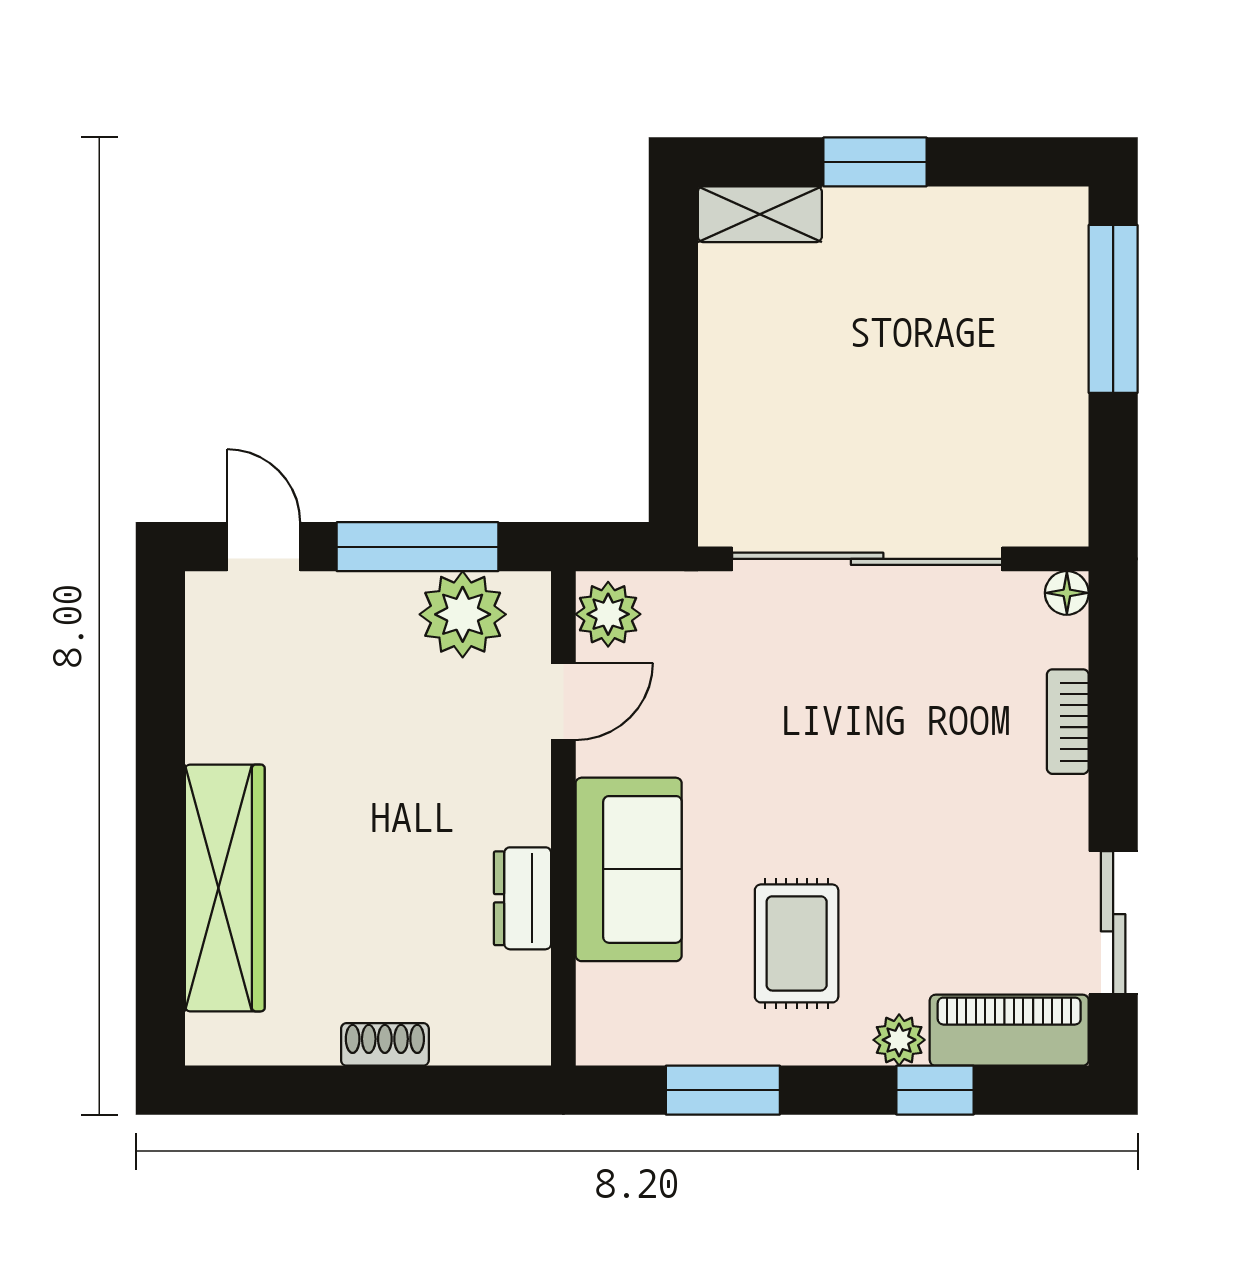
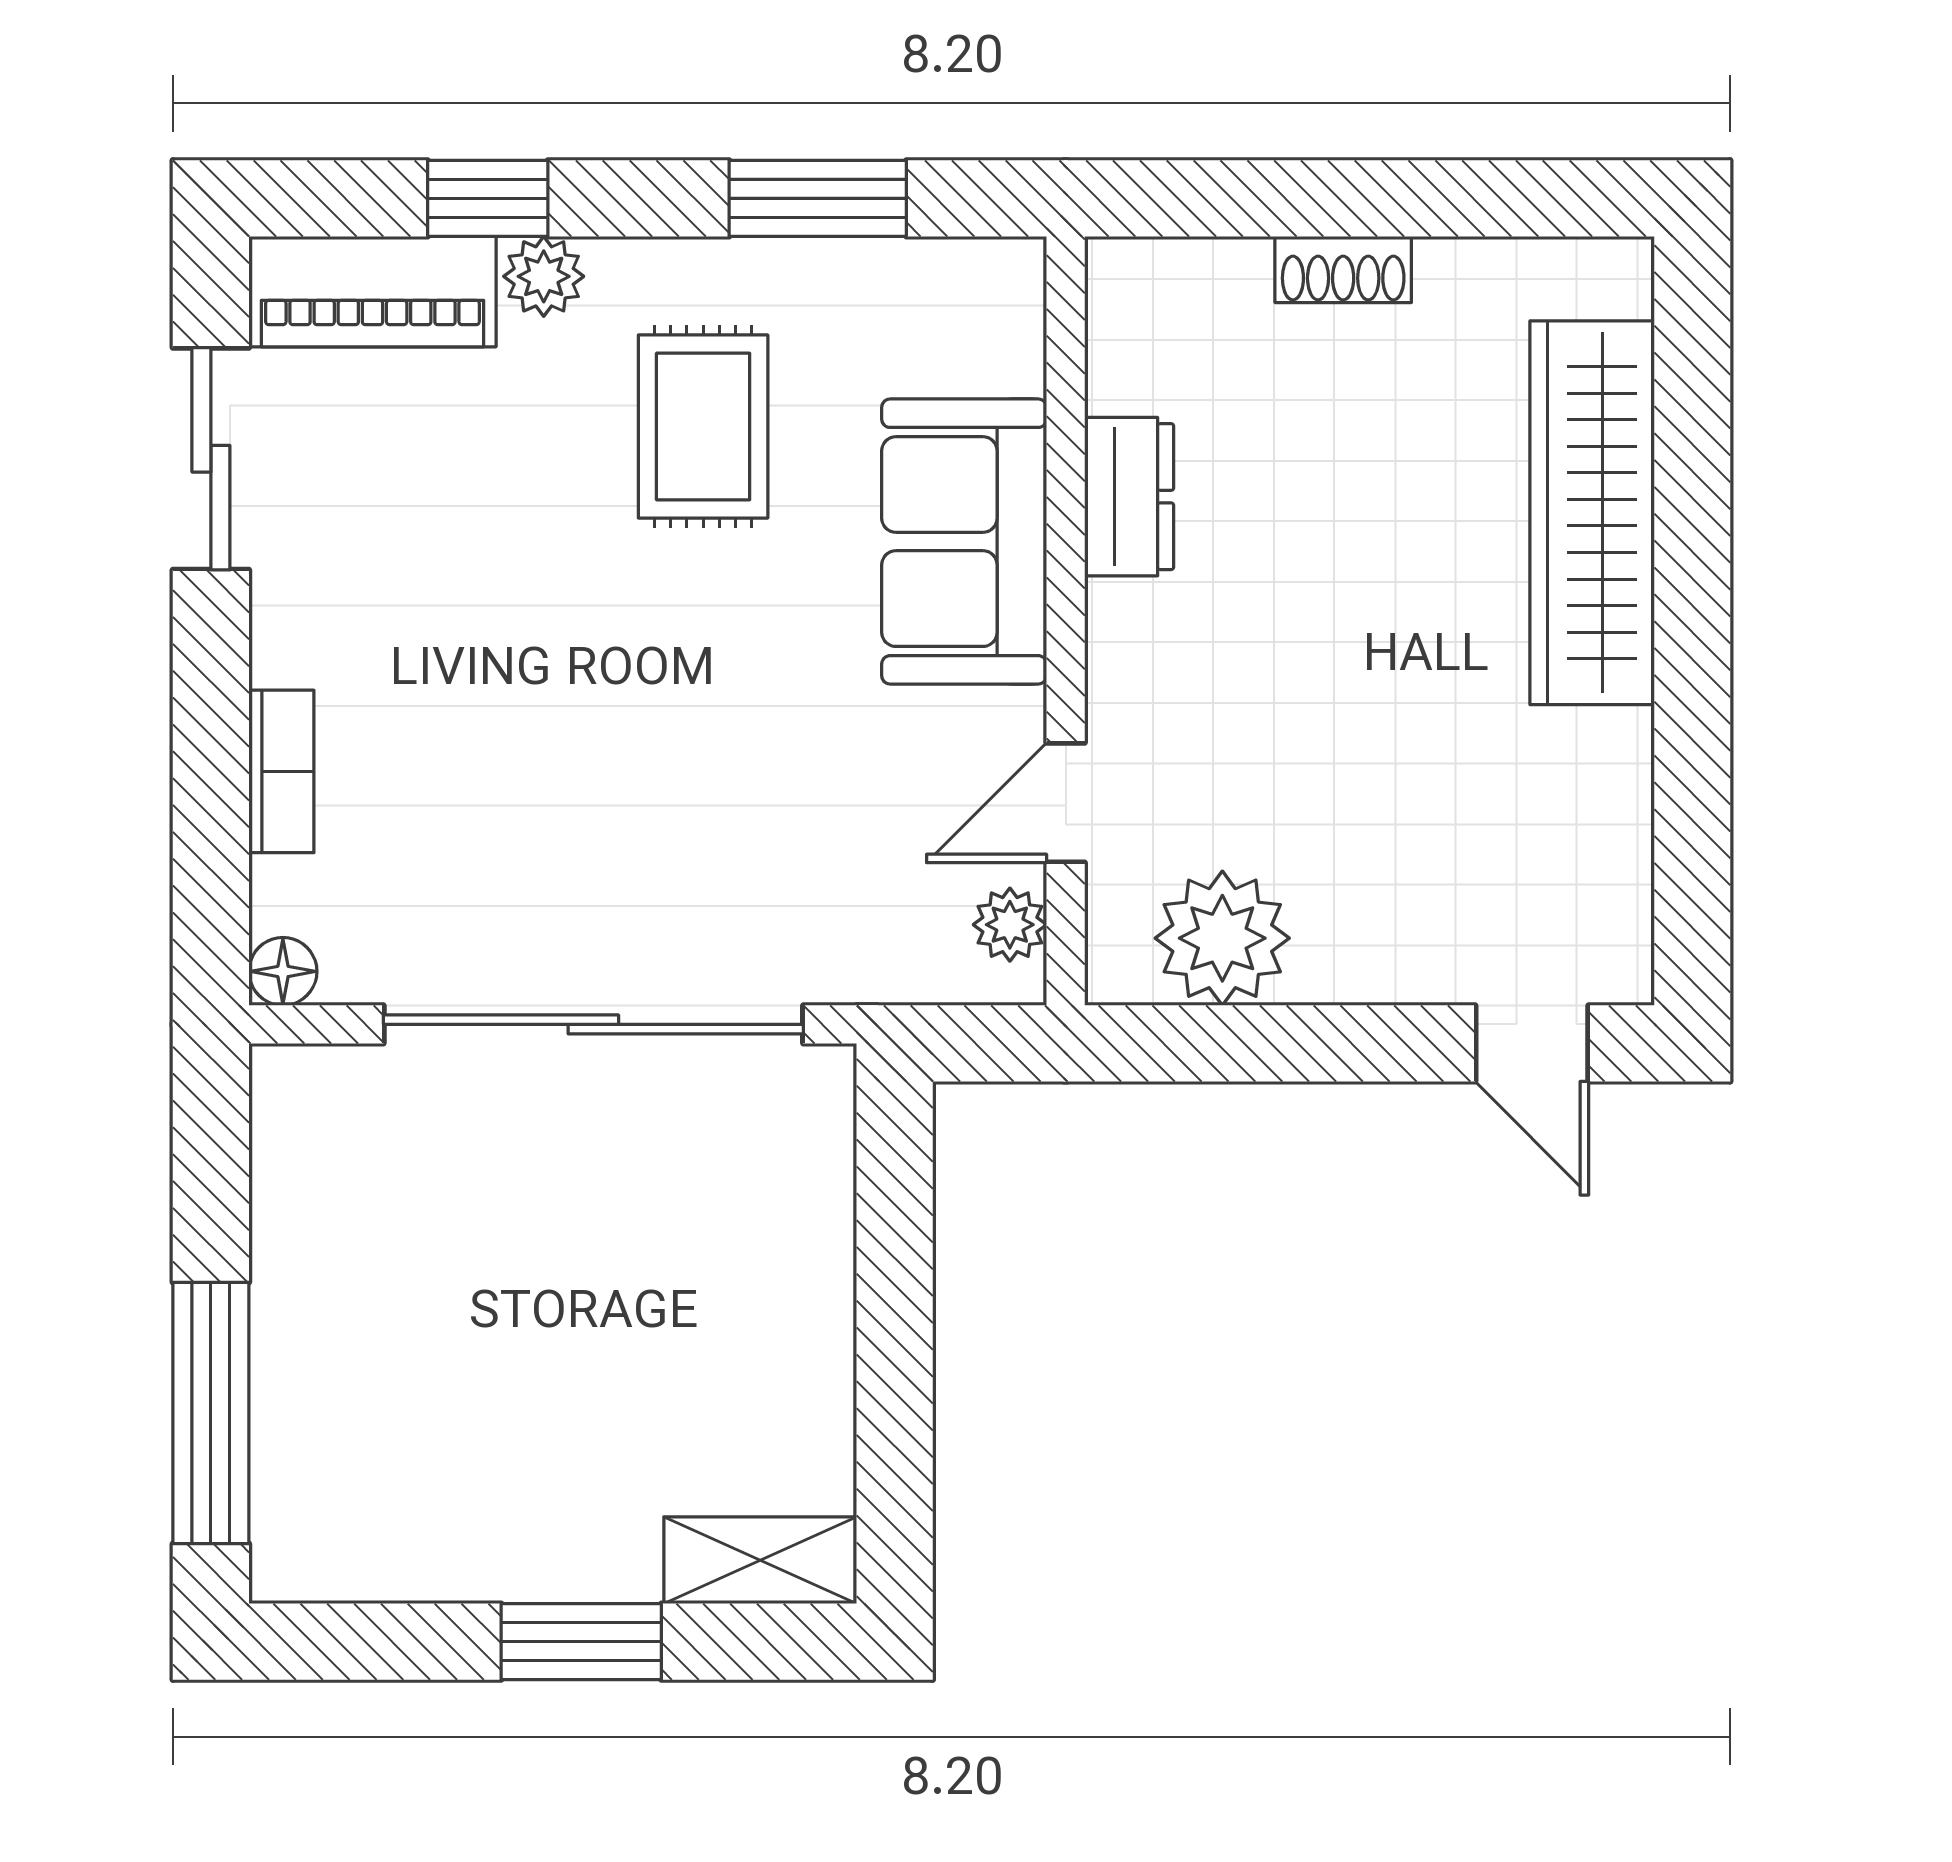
window: (417, 547) -> (1293, 1043), removed
plant: (608, 614) -> (1010, 925), width x0.73, depth x0.73

